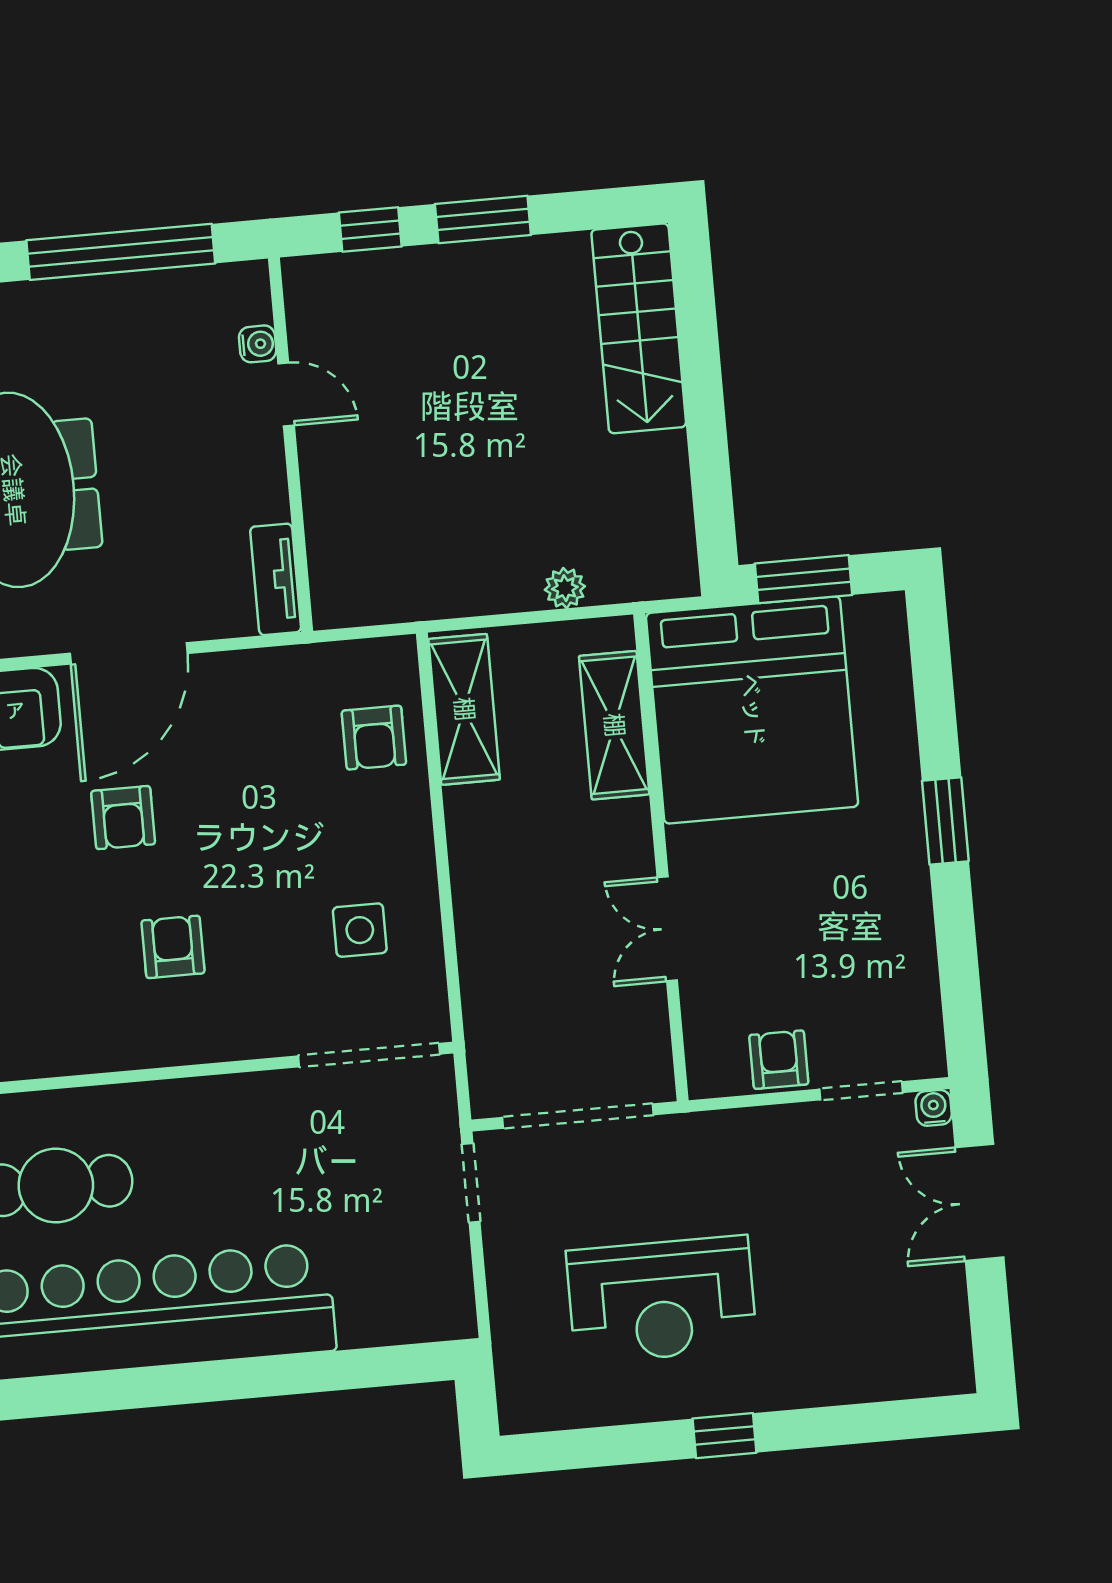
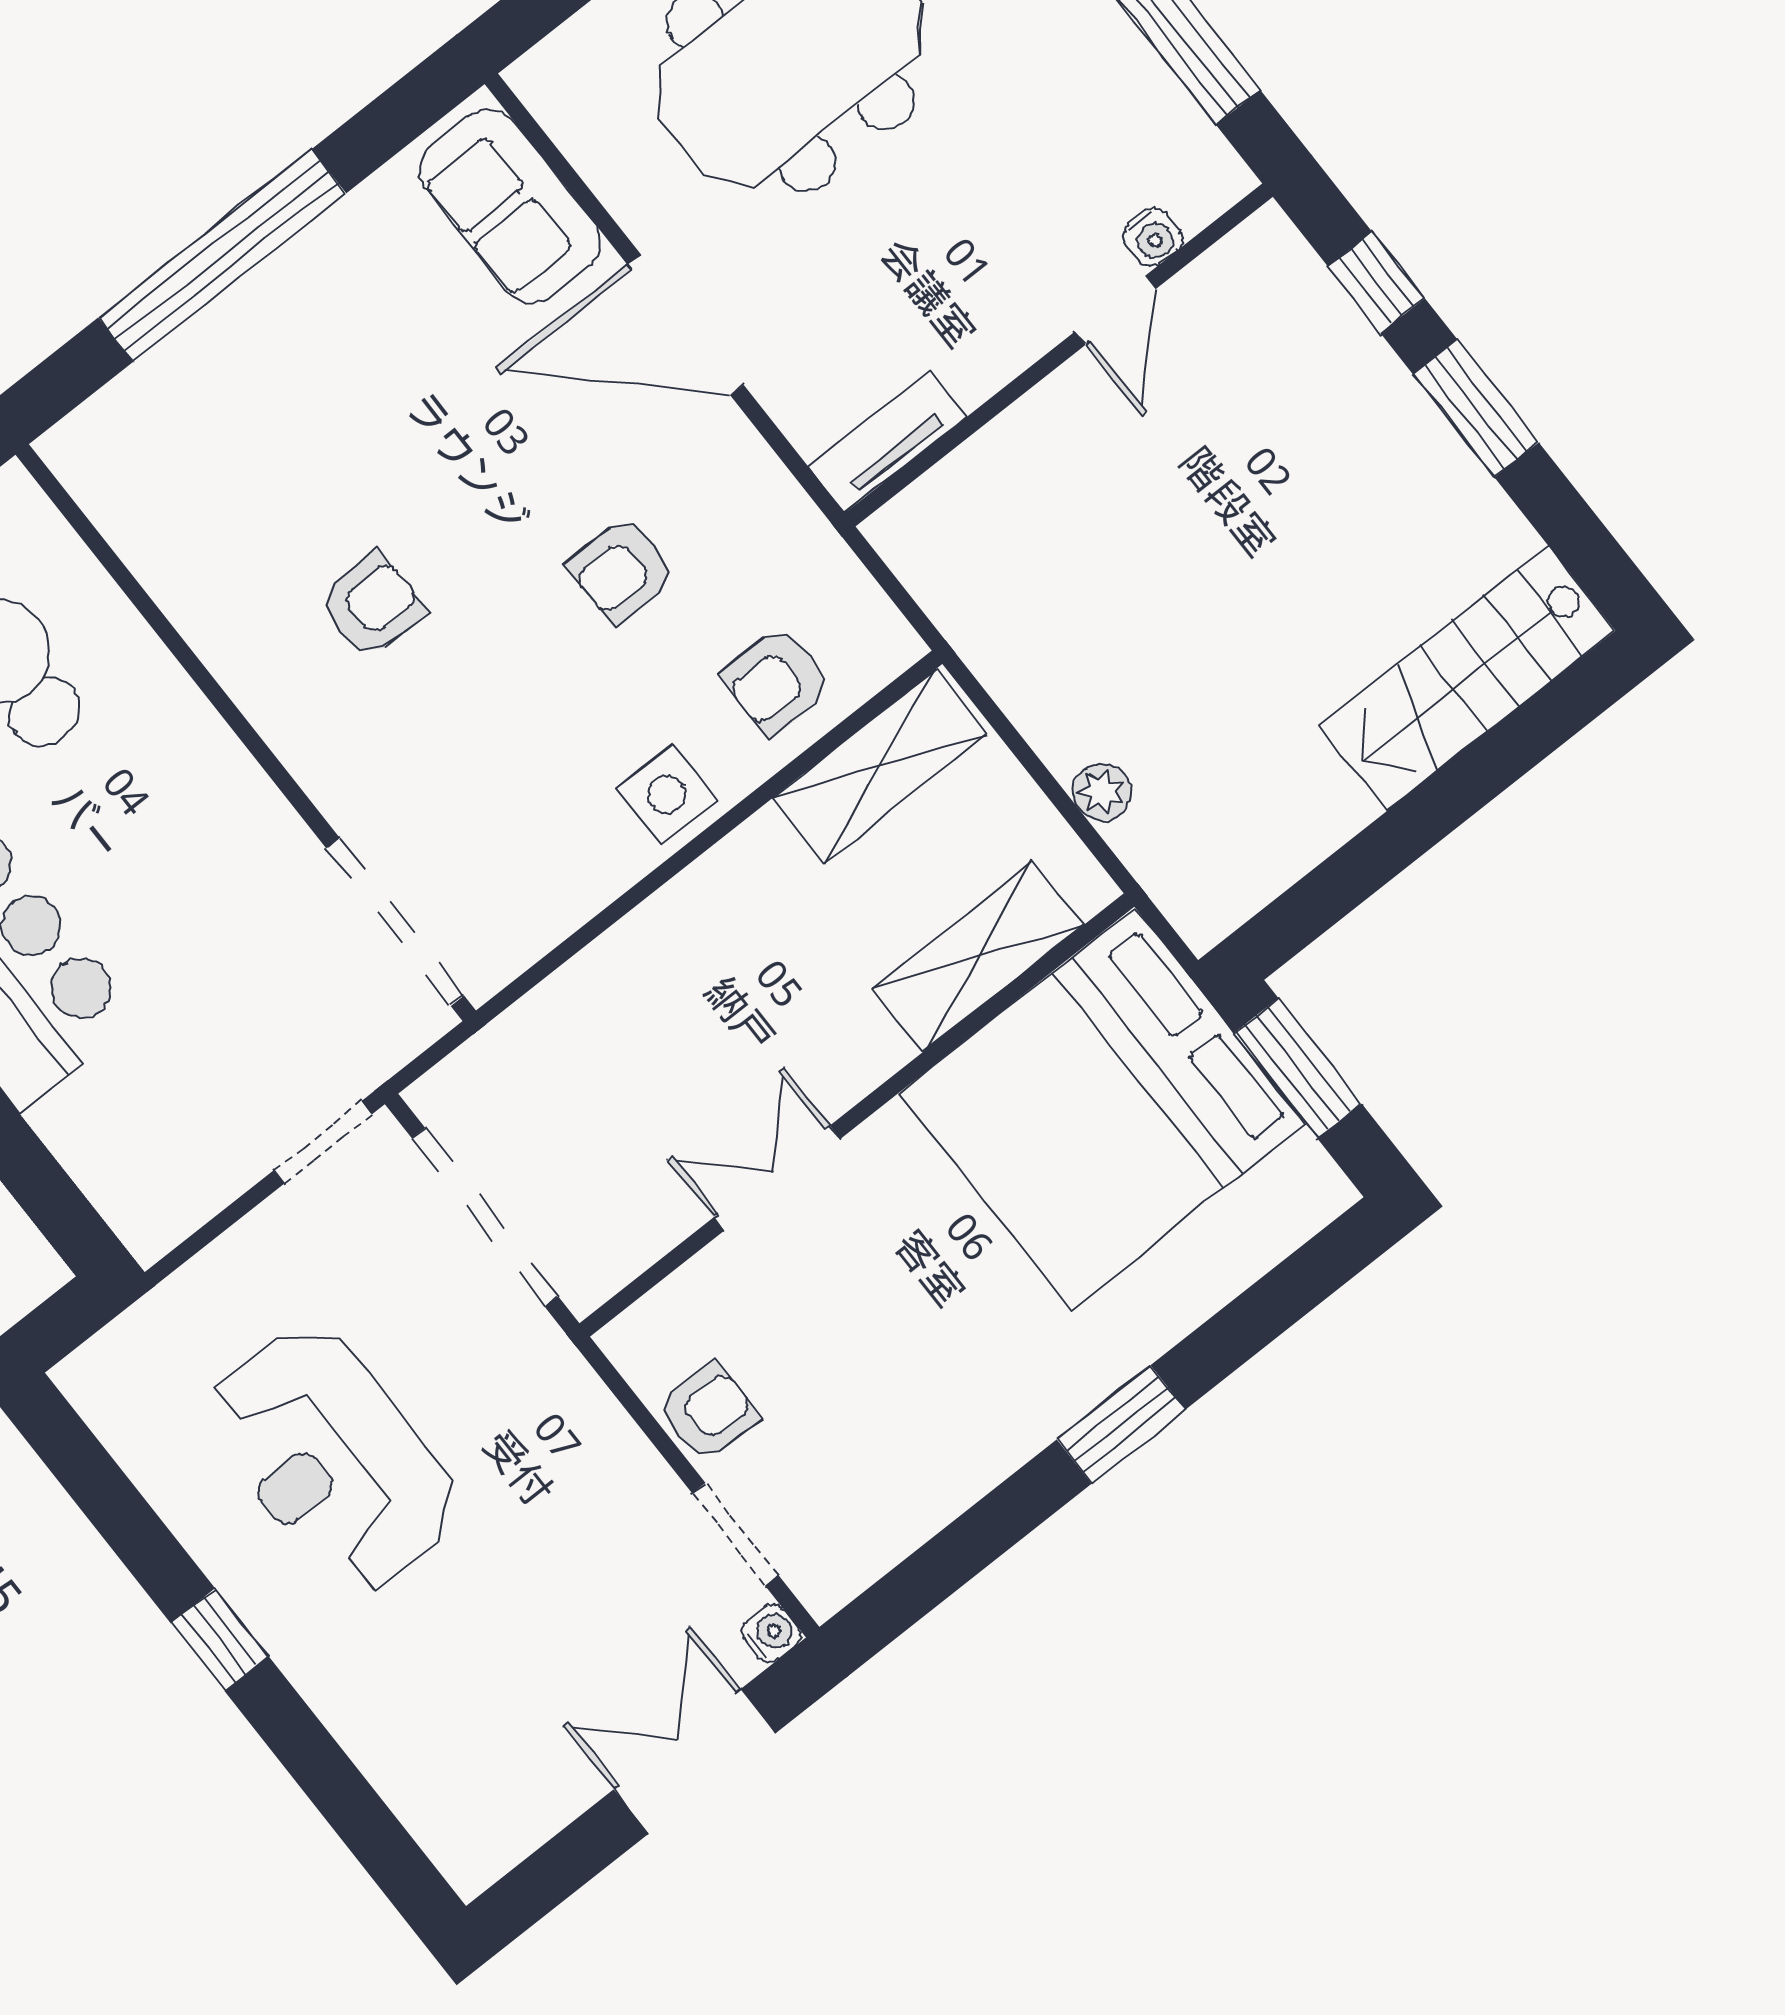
armchair: (123, 818) -> (622, 570), moved
side table: (360, 930) -> (667, 794), moved

